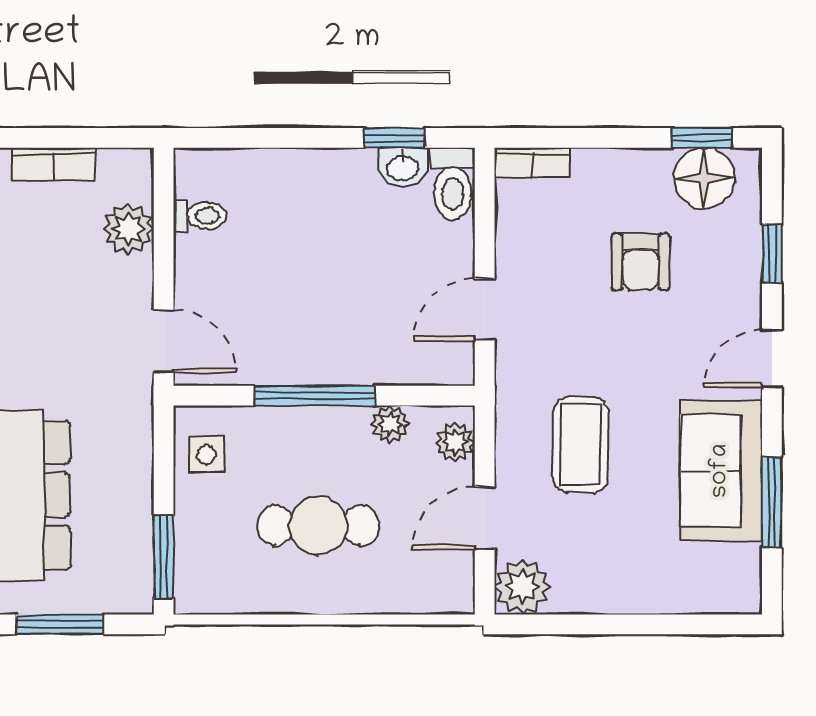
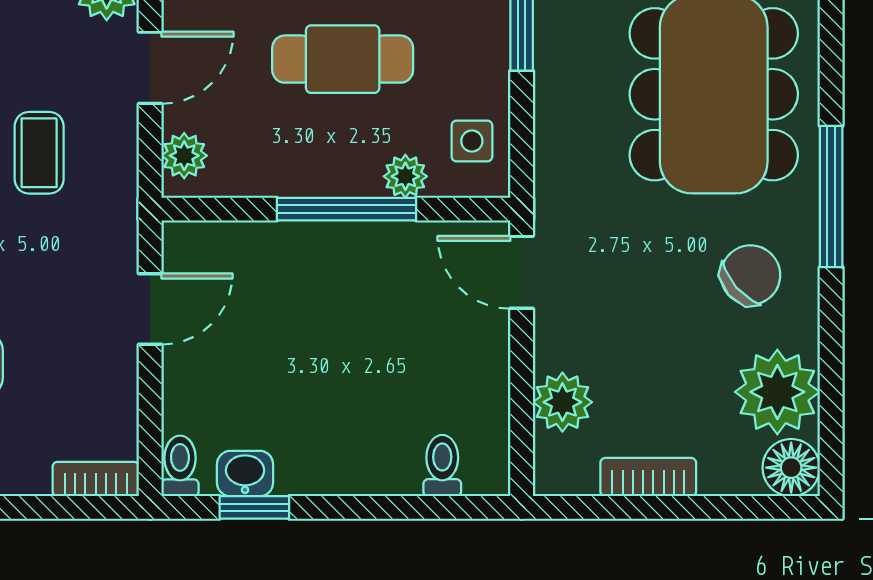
toilet: (453, 184) -> (180, 466), width x0.73, depth x0.72
toilet: (200, 216) -> (442, 466), moved, turned 90
plant: (390, 424) -> (405, 176), moved
coffee table: (581, 445) -> (39, 153), width x0.73, depth x0.77

